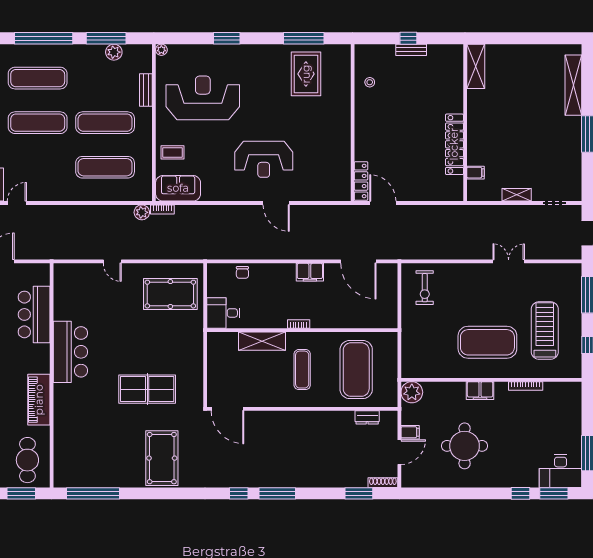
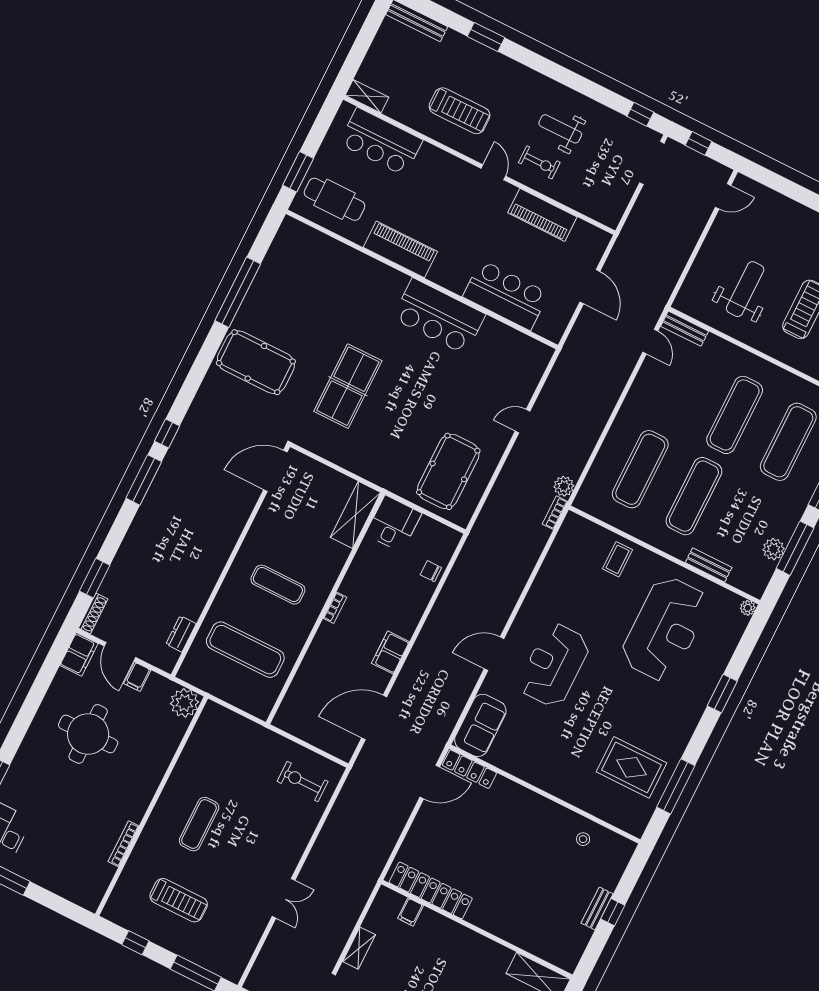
locker: (454, 144) -> (431, 890), moved
sofa: (178, 188) -> (480, 725), moved
treadmill: (545, 331) -> (179, 900), width x0.73, depth x0.73
shelving: (262, 341) -> (355, 515), moved
exercise mat: (487, 342) -> (199, 824), width x0.50, depth x0.69
exercise mat: (356, 370) -> (245, 650), width x0.68
filing cabinet: (480, 391) -> (79, 654), moved, turned 180
window: (93, 493) -> (238, 292), moved

